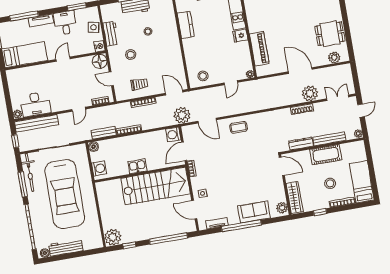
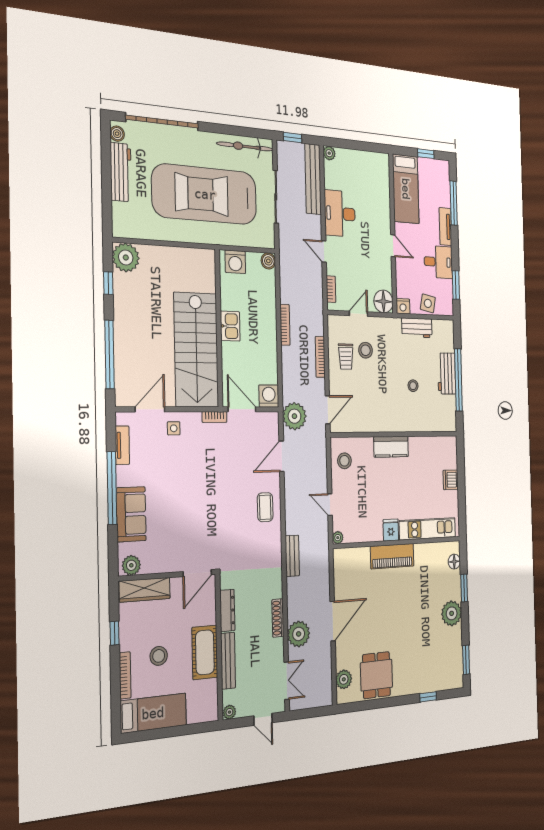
kitchen counter: (186, 25) -> (391, 447), moved
piano: (259, 49) -> (392, 556), moved
stool: (131, 55) -> (366, 350), moved
desk: (35, 104) -> (340, 214), moved
bench: (104, 133) -> (292, 556), moved
window: (23, 184) -> (229, 130), removed

